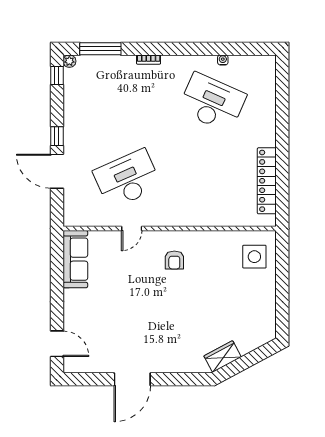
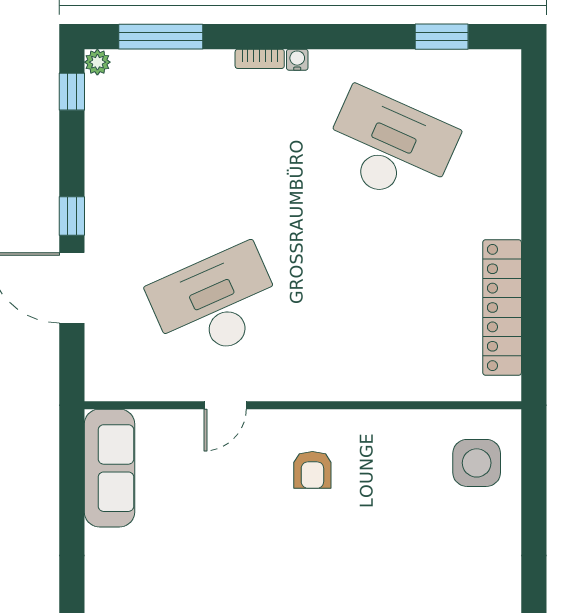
window: (237, 49) -> (442, 37), added
water cooler: (223, 60) -> (297, 60), moved

